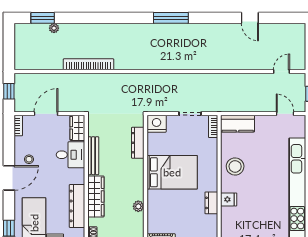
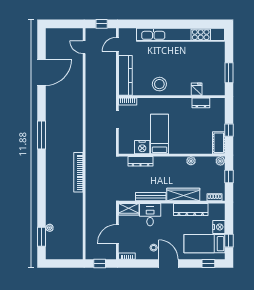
door: (250, 18) -> (41, 72), width x1.88
bookcase: (89, 64) -> (78, 172), moved
door: (46, 114) -> (117, 234), hinge flipped
nightstand: (157, 124) -> (142, 147), moved, turned -90
kitchen counter: (238, 124) -> (125, 75), width x1.50
bed: (172, 172) -> (160, 134), width x0.67
fridge: (229, 199) -> (197, 89), moved
dresser: (211, 203) -> (201, 103), moved

